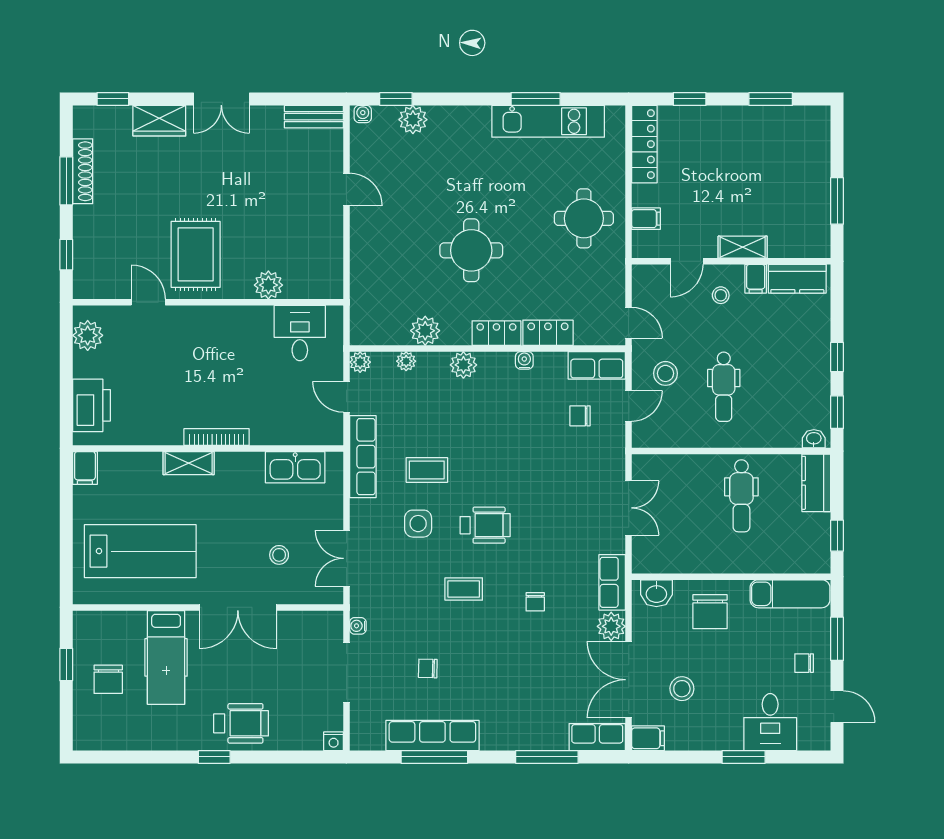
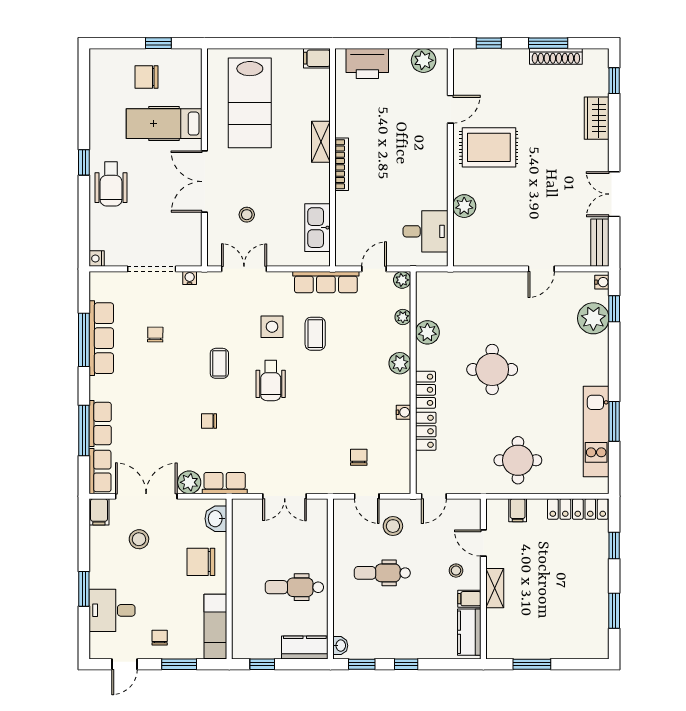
double door: (221, 99) -> (614, 194), moved
plant: (413, 120) -> (593, 318), width x1.36, depth x1.36
row of seats: (597, 365) -> (100, 424), moved, turned 180

